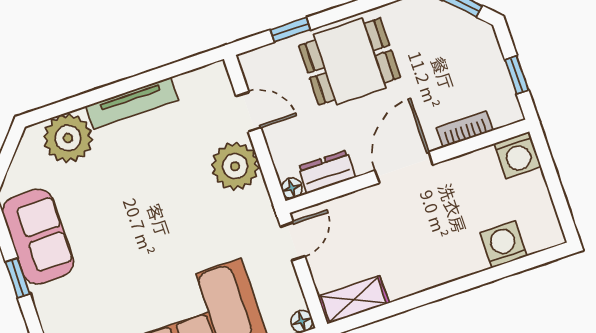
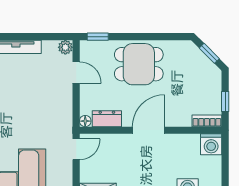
window: (290, 30) -> (98, 37), moved
bookcase: (465, 129) -> (207, 121), moved
plant: (235, 166) -> (65, 47), moved, width x0.53, depth x0.53

